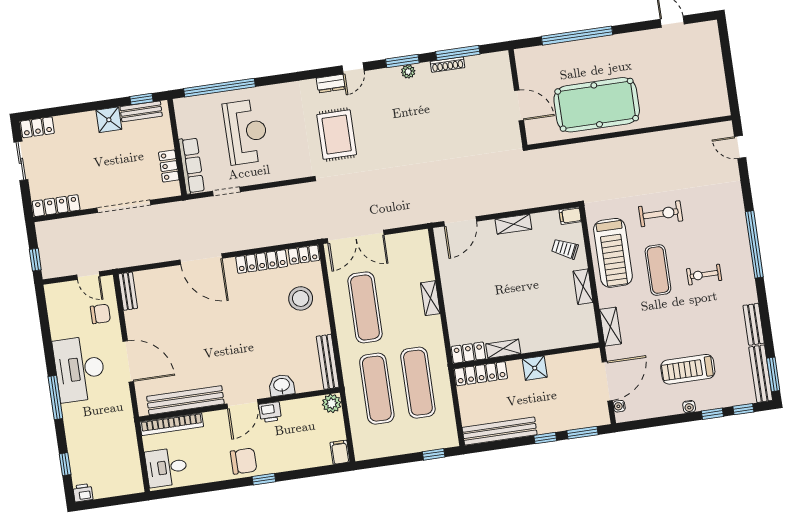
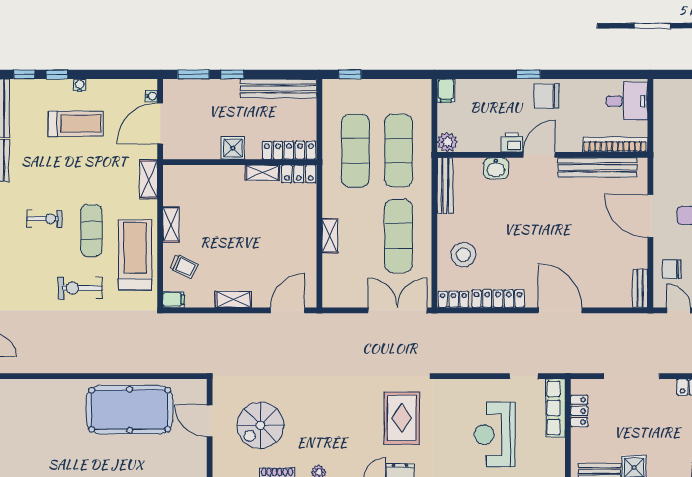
spiral stairs: (470, 108) -> (260, 425), added

